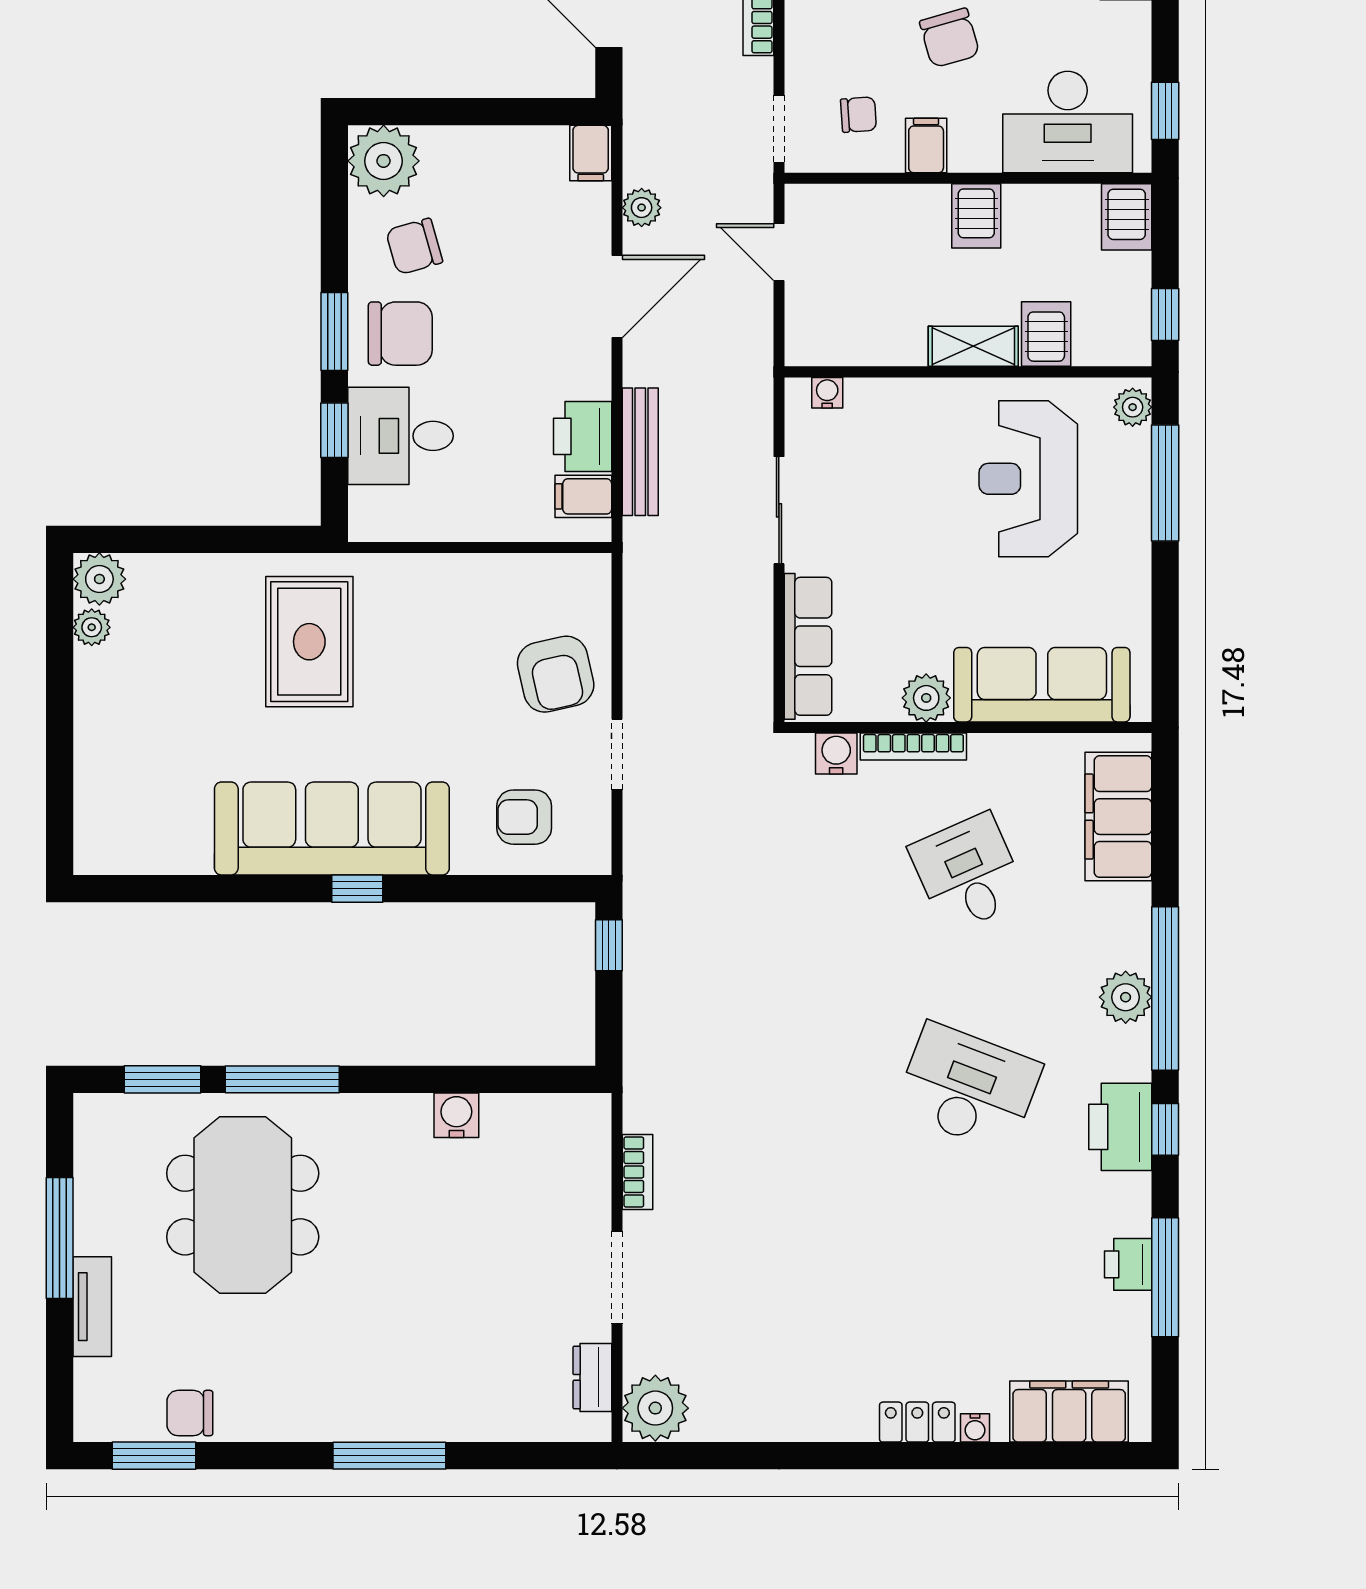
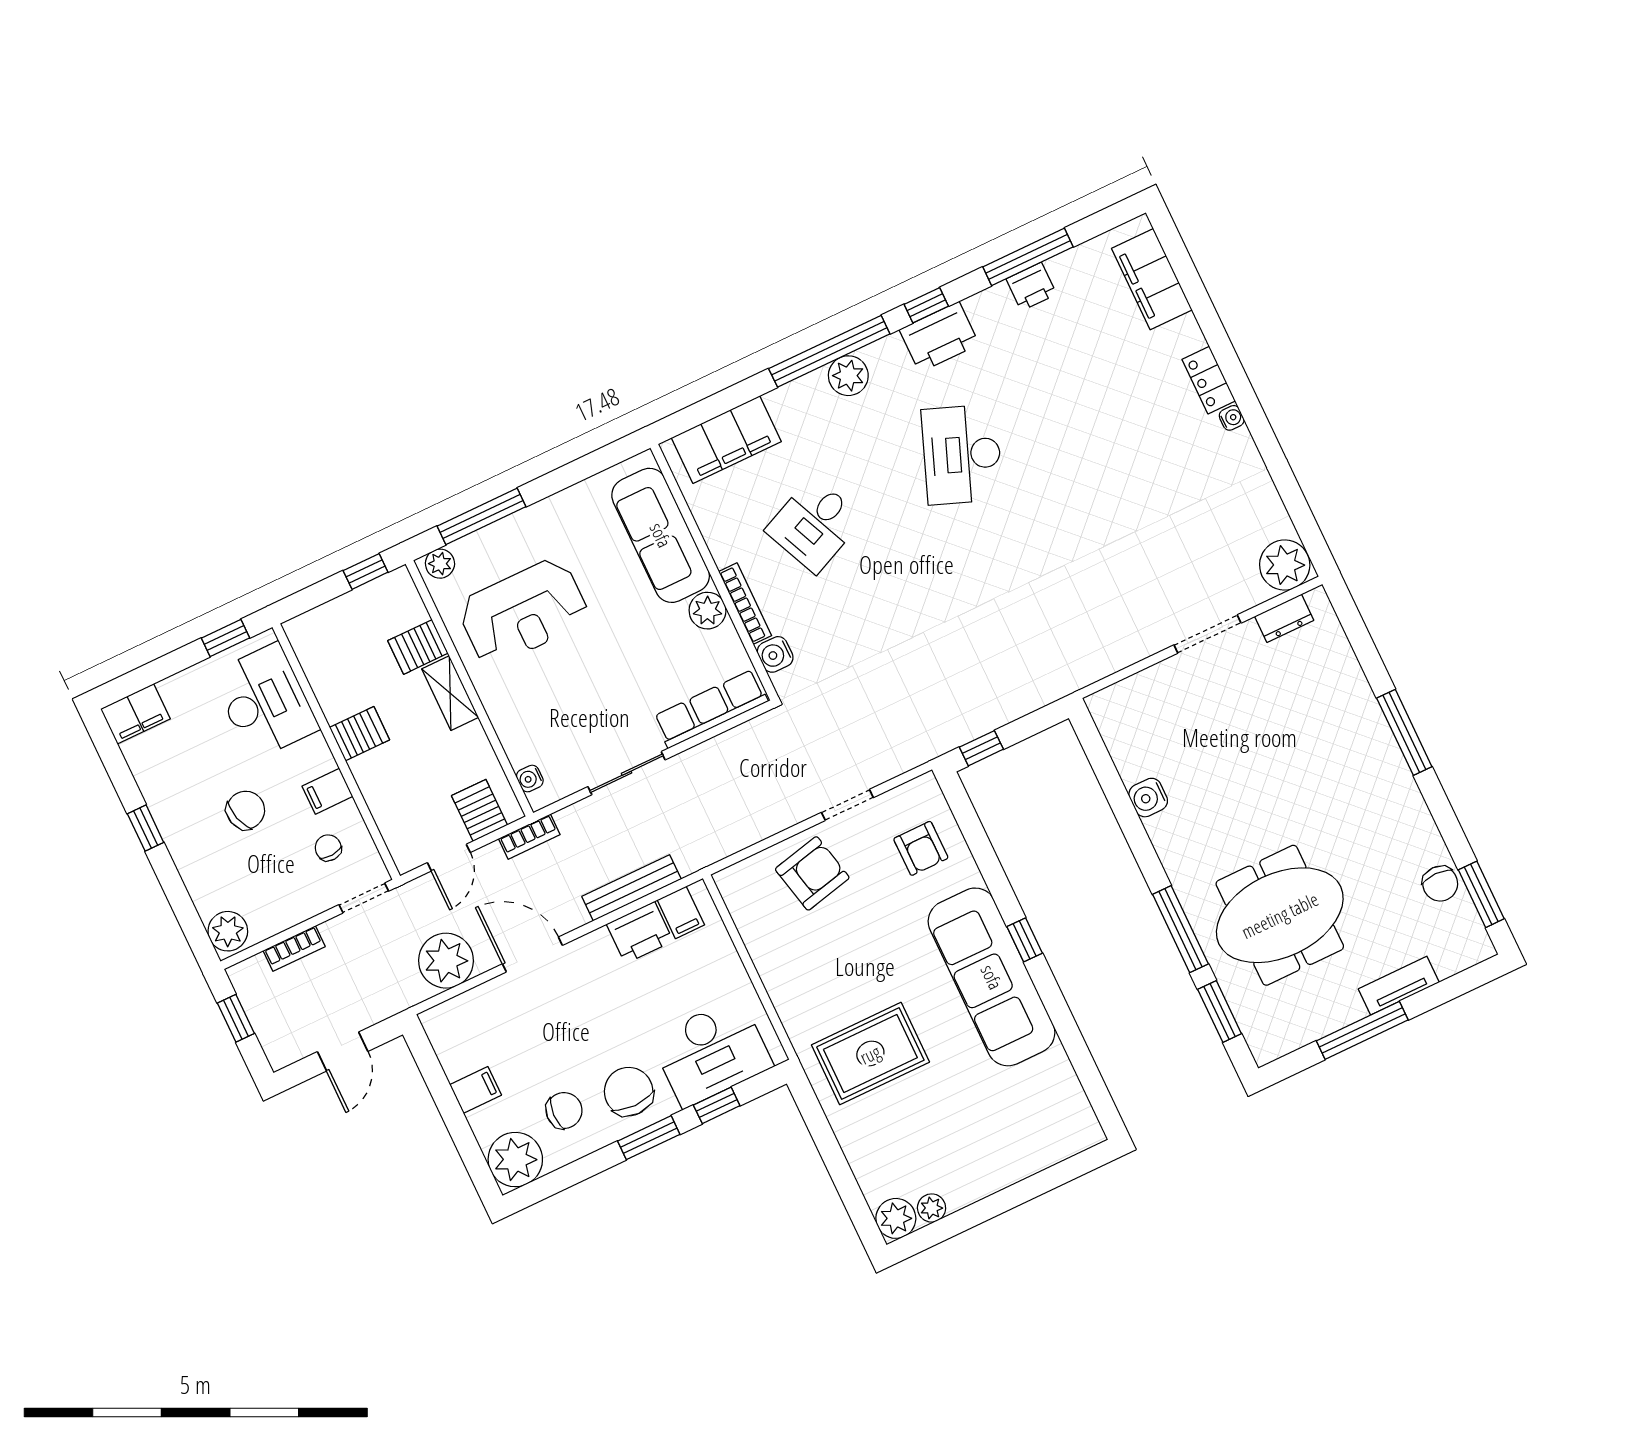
filing cabinet: (591, 153) -> (476, 1090), moved
plant: (642, 208) -> (446, 961), width x1.88, depth x1.88
server rack: (1127, 217) -> (480, 810), moved, turned -90
chair: (414, 246) -> (564, 1110), turned -72
desk: (400, 436) -> (711, 1052), width x1.37
bookcase: (637, 1172) -> (529, 837), moved, turned 180
water cooler: (975, 1428) -> (1232, 418), moved

